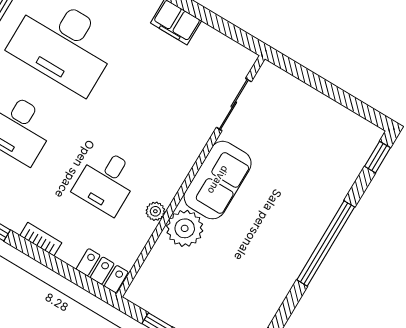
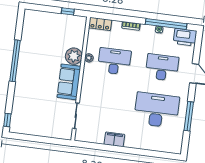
desk: (106, 182) -> (114, 61), width x1.37
window: (326, 243) -> (15, 61), moved

